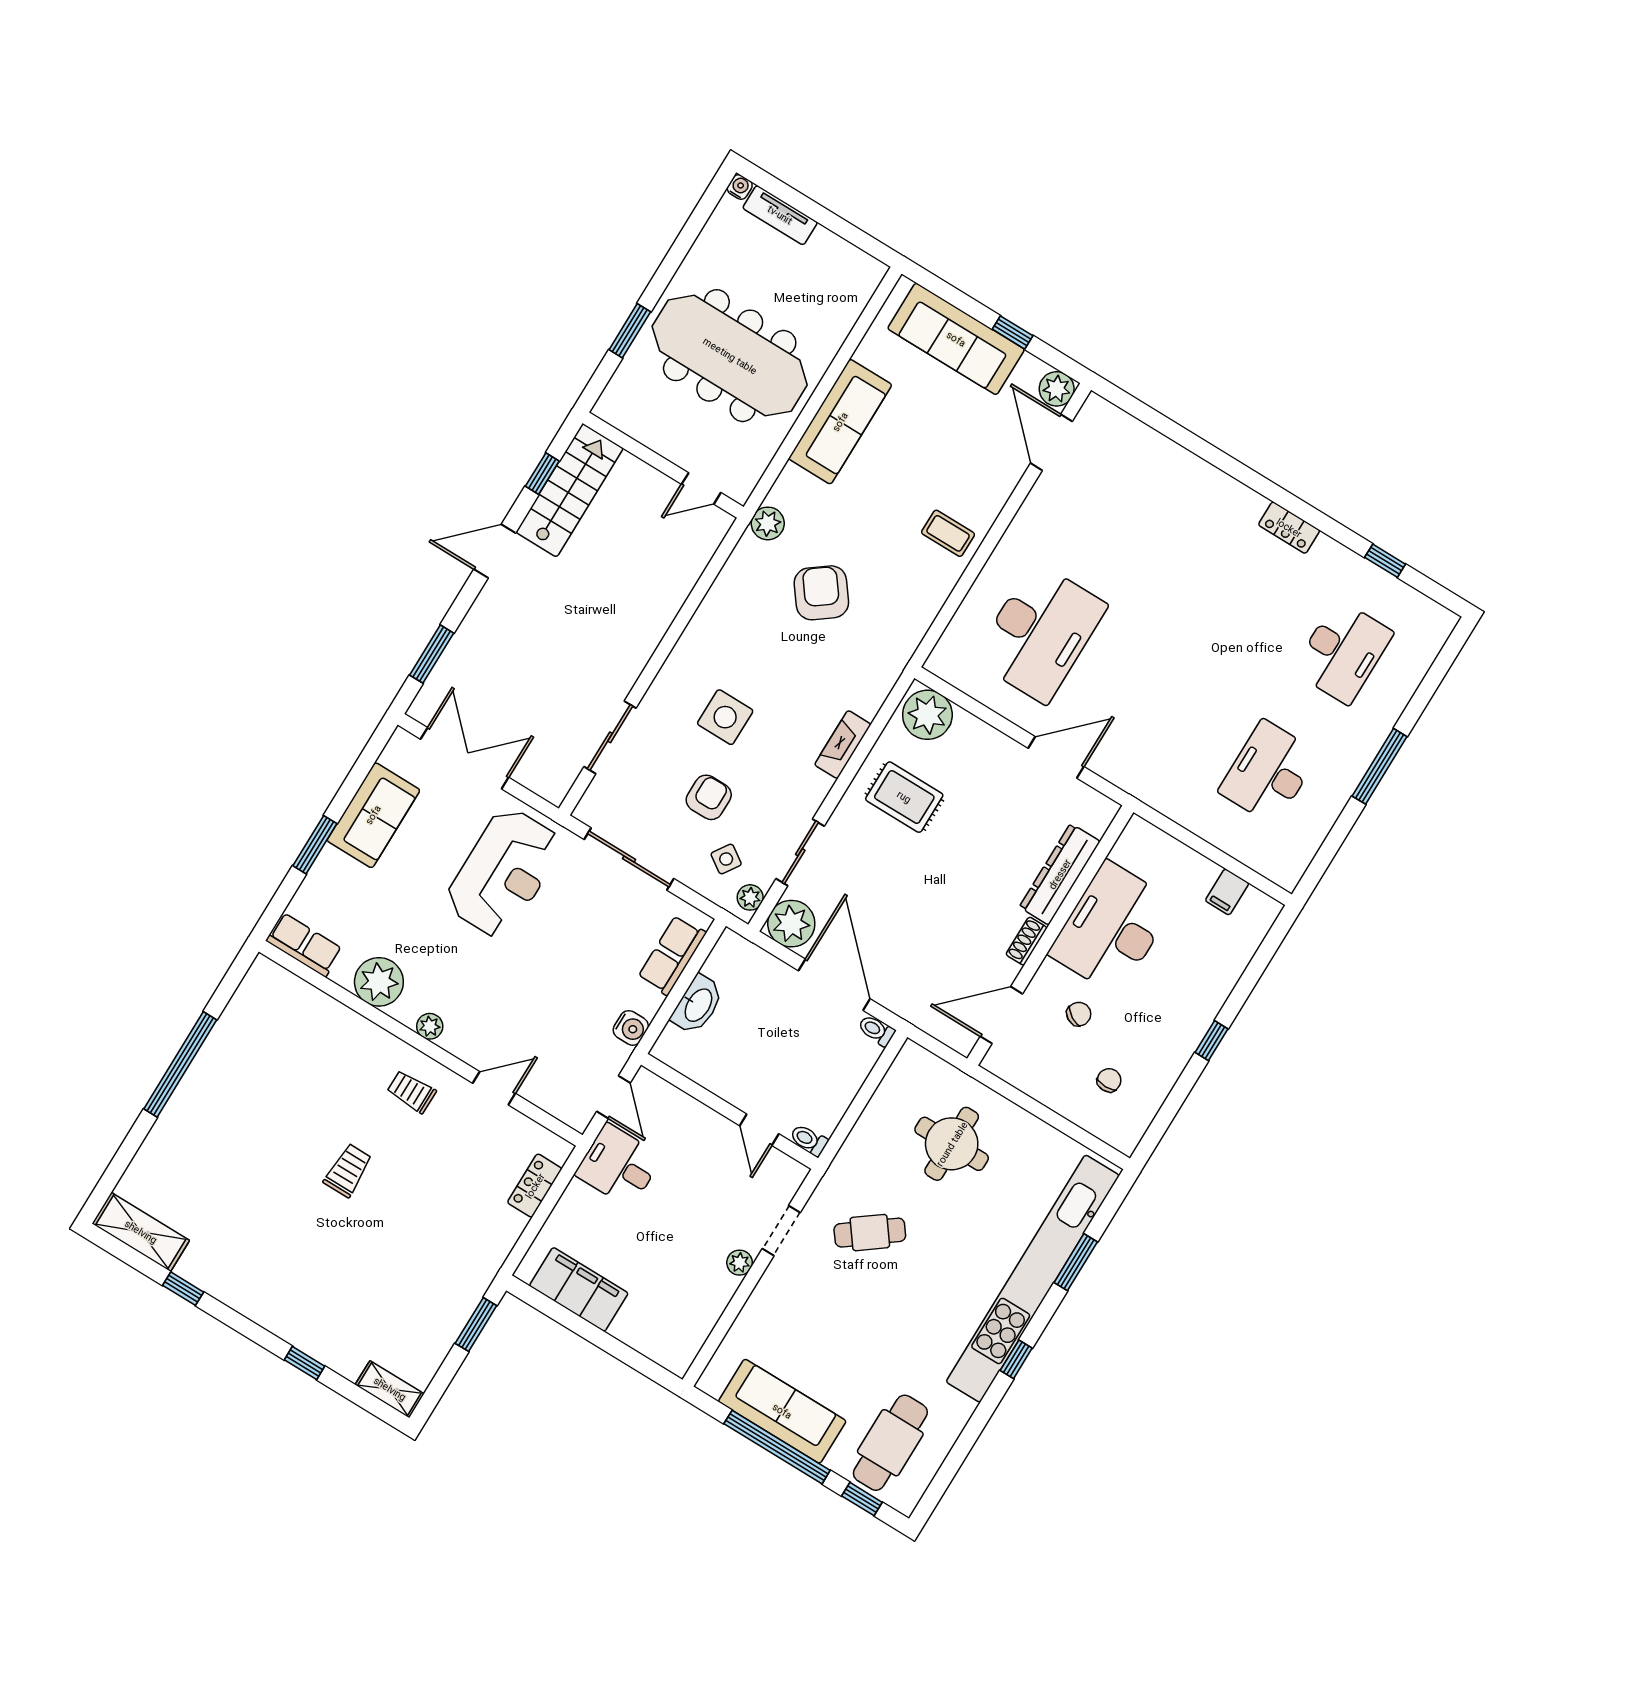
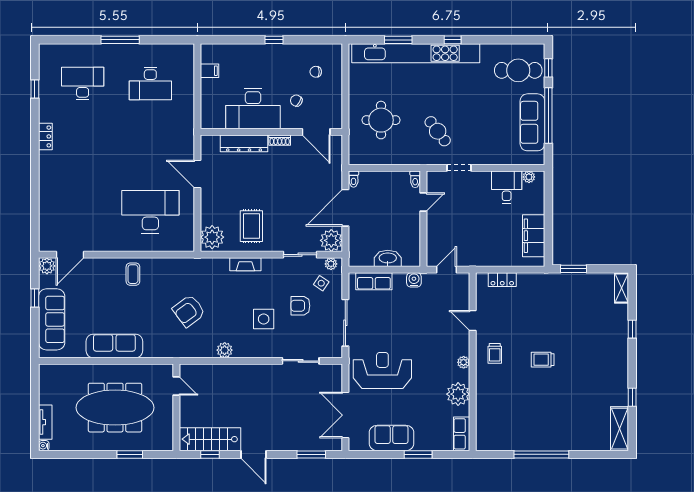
meeting table: (730, 356) -> (115, 408), turned 90
plant: (768, 523) -> (225, 350), moved
desk: (619, 1166) -> (507, 187), moved, turned 180
plant: (740, 1263) -> (529, 177), moved

